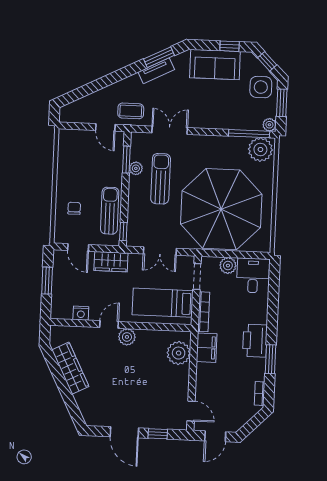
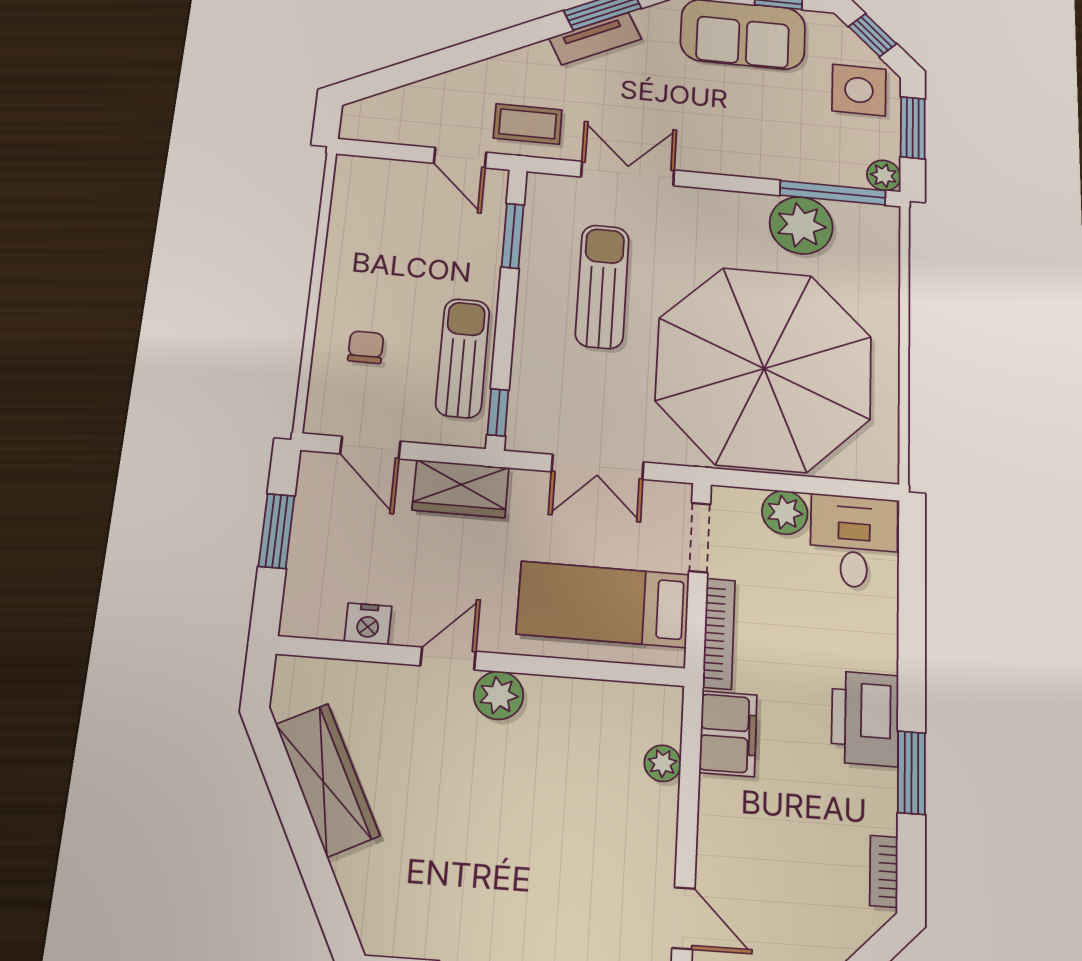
plant: (260, 150) -> (801, 225), moved
plant: (136, 168) -> (537, 258), removed
plant: (179, 353) -> (663, 763), width x0.53, depth x0.53

